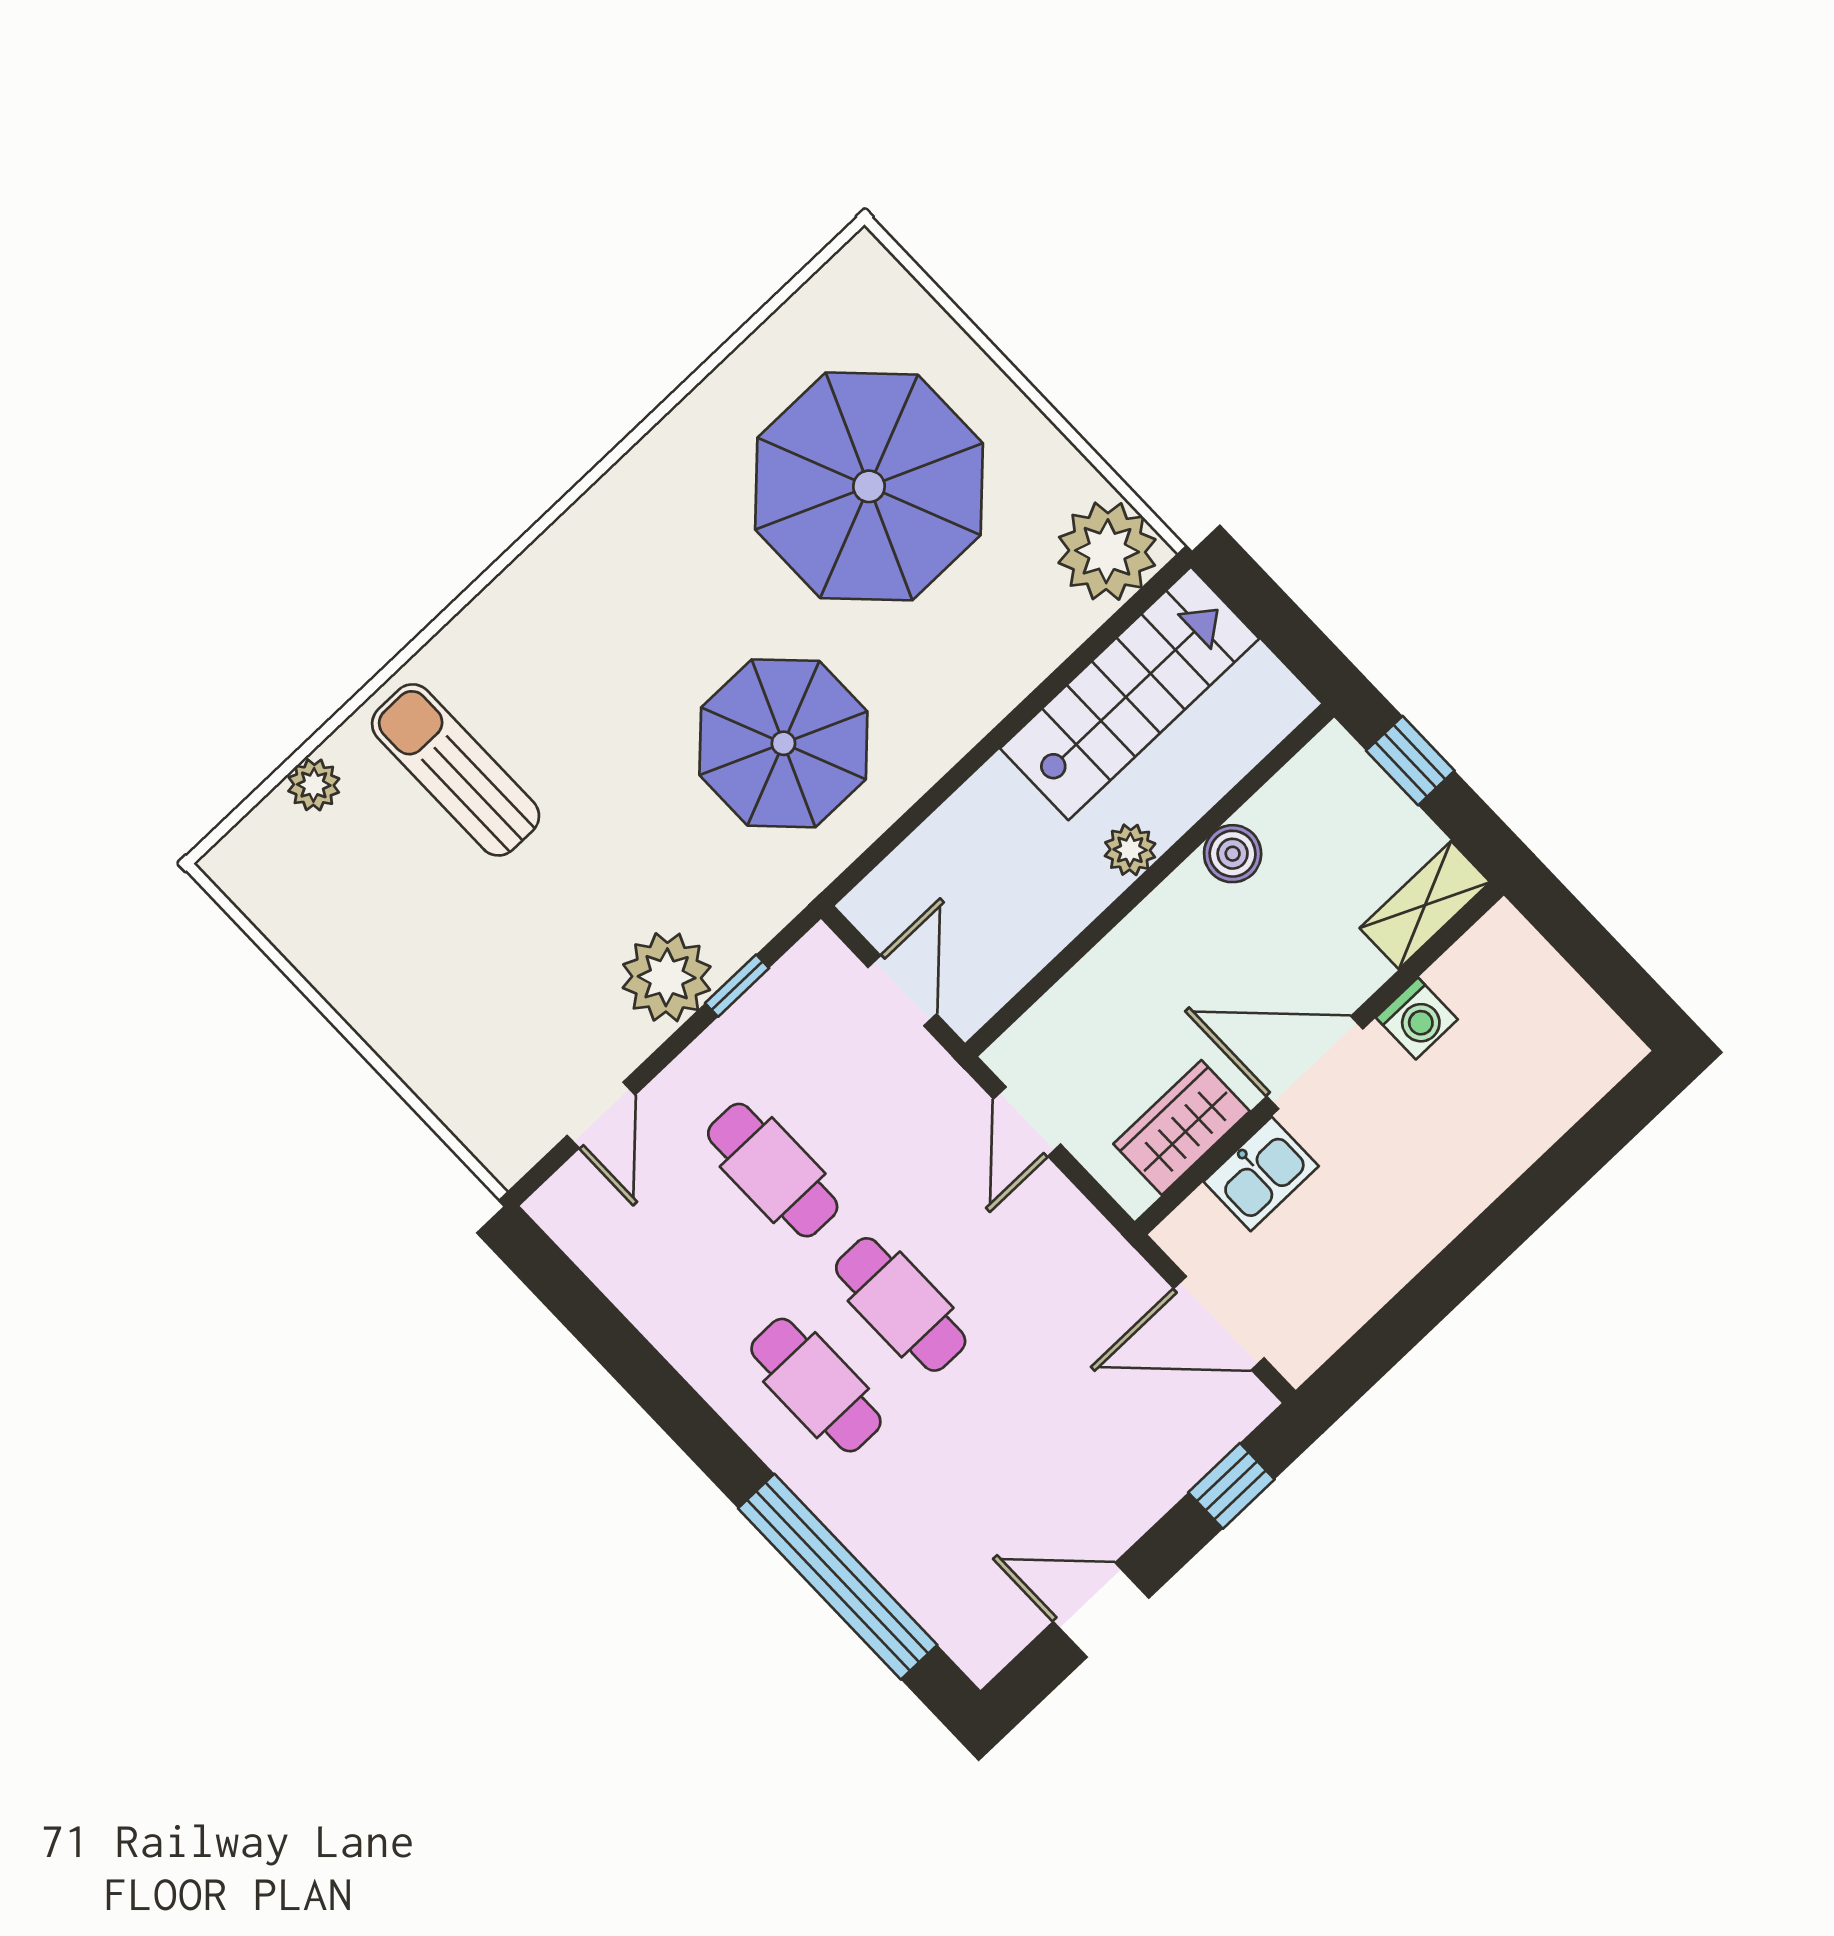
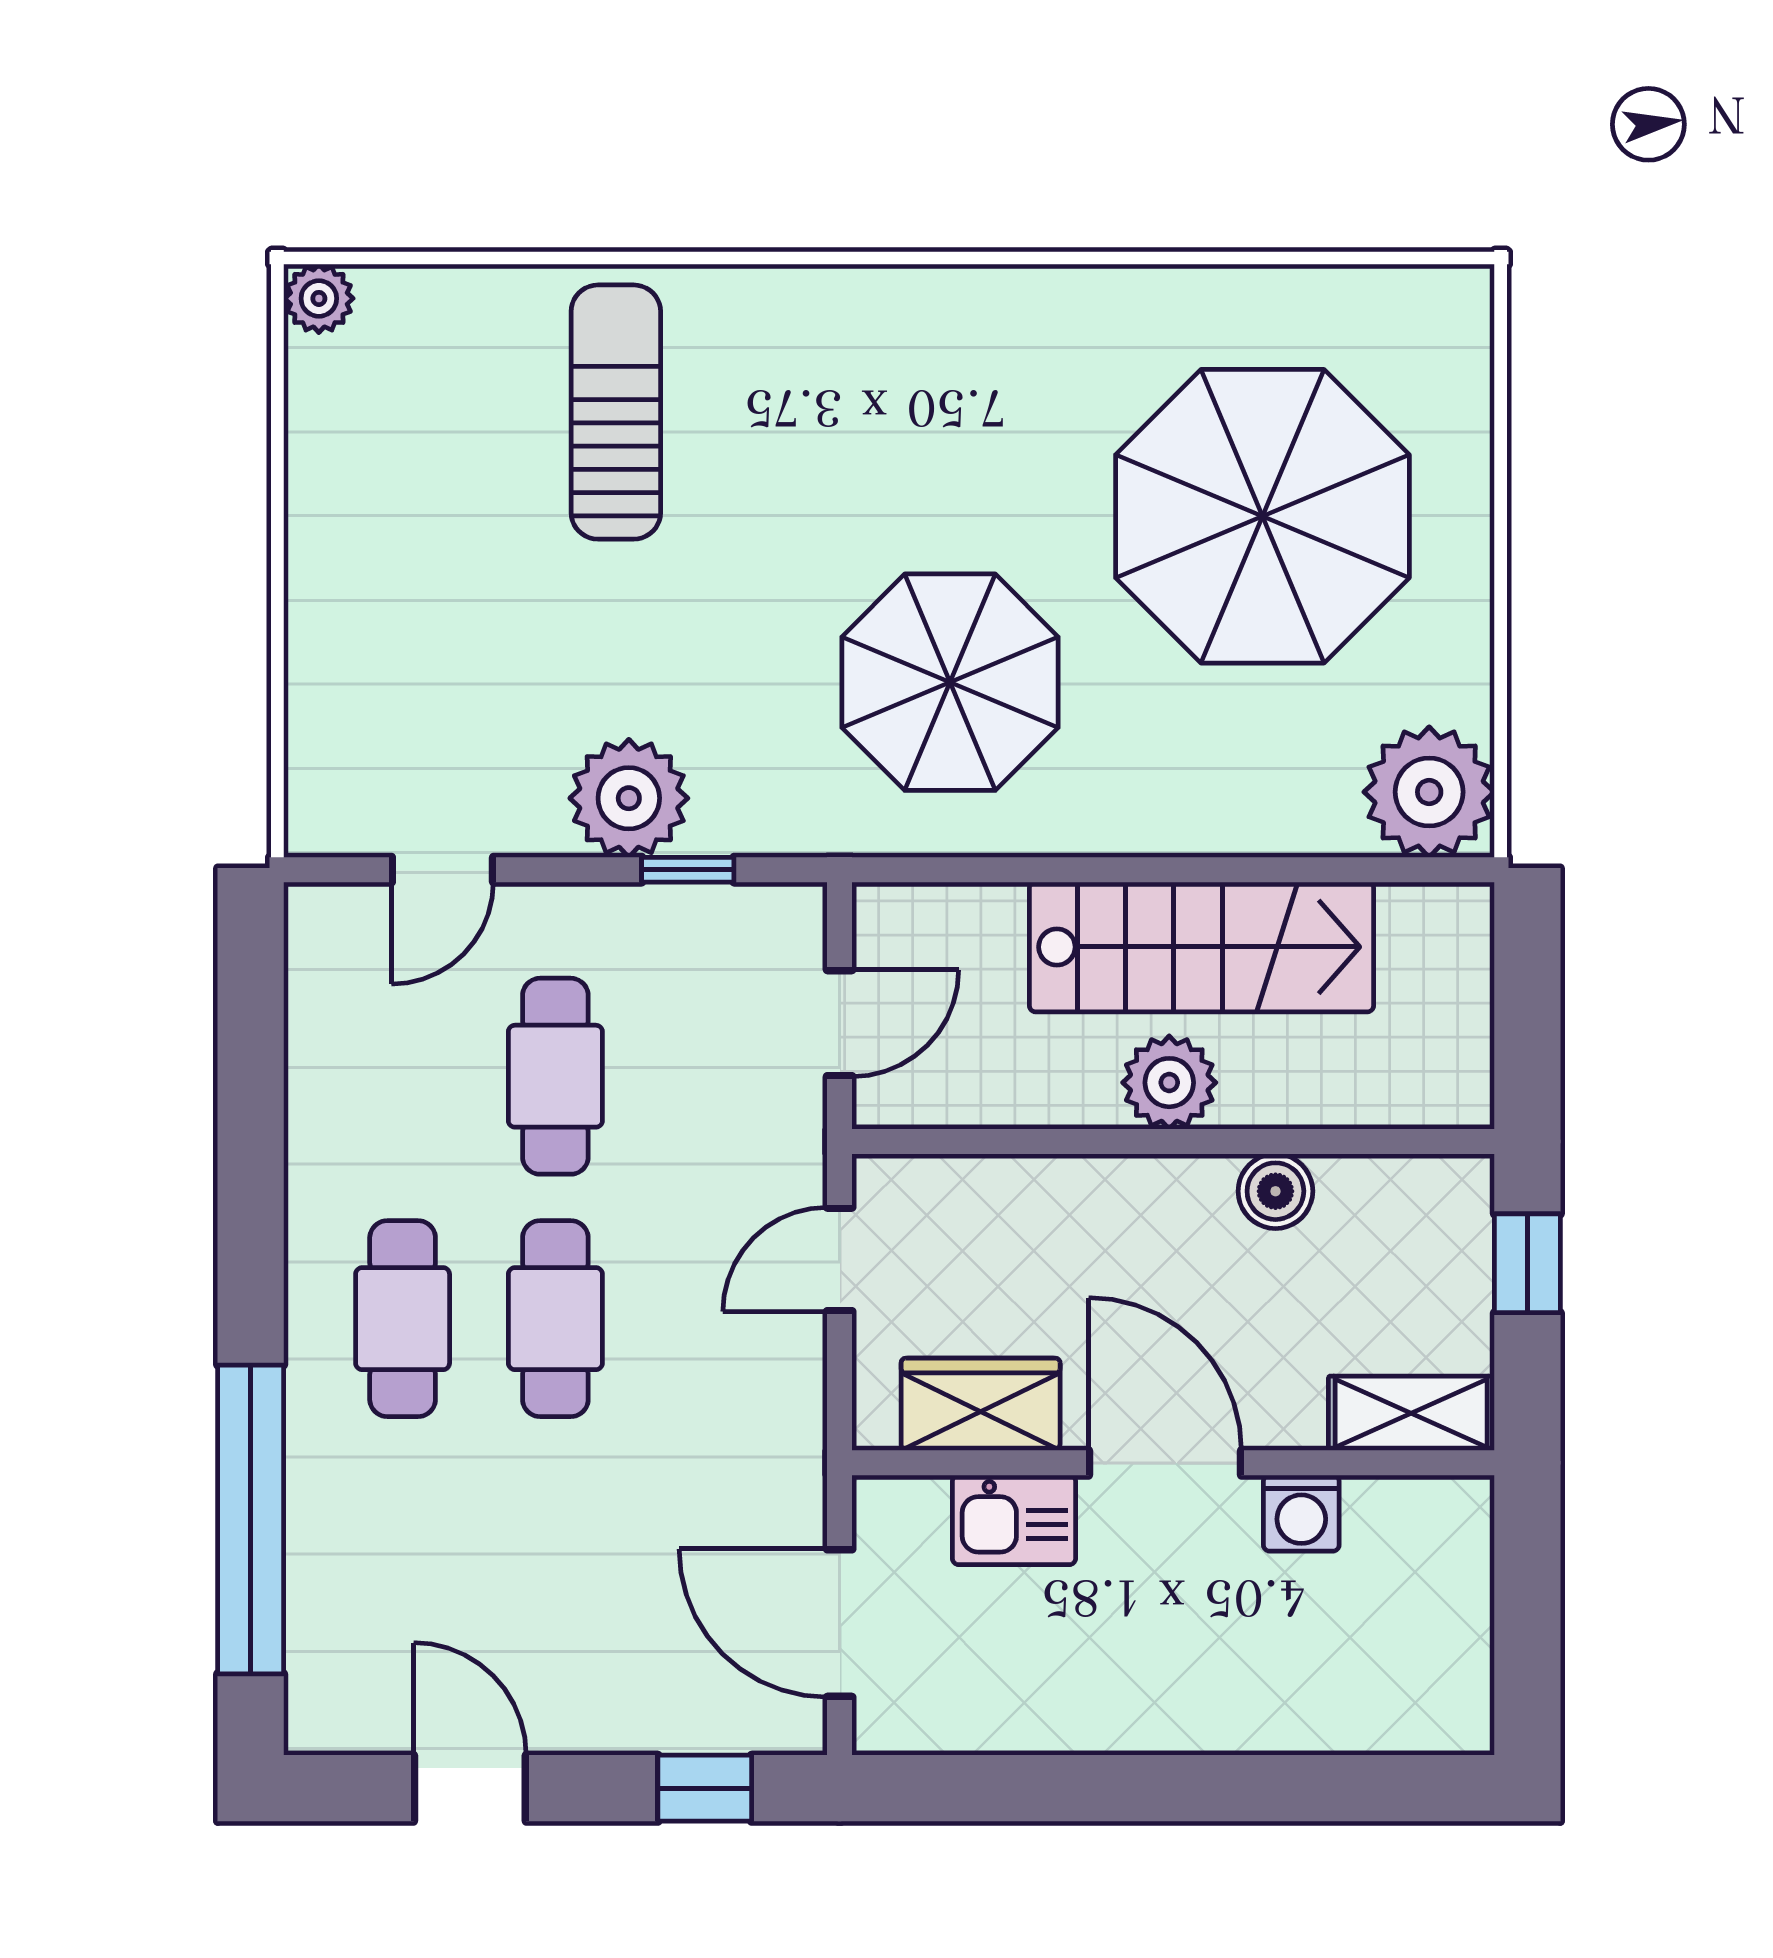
stairs: (1130, 694) -> (1201, 947), moved
plant: (314, 785) -> (319, 298), moved
plant: (1130, 850) -> (1169, 1083), width x1.38, depth x1.38

